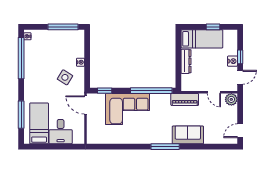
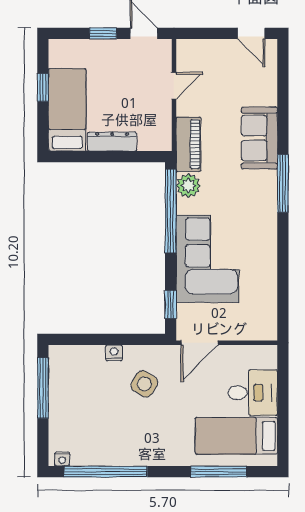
nightstand: (233, 61) -> (112, 49), removed
plant: (231, 99) -> (188, 186), moved

